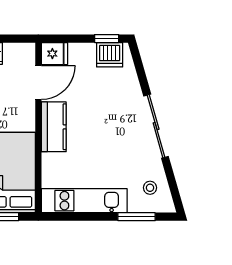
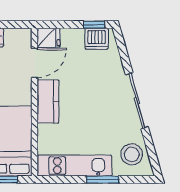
stool: (150, 188) -> (132, 154), width x1.89, depth x1.89
window: (137, 217) -> (103, 180), moved

